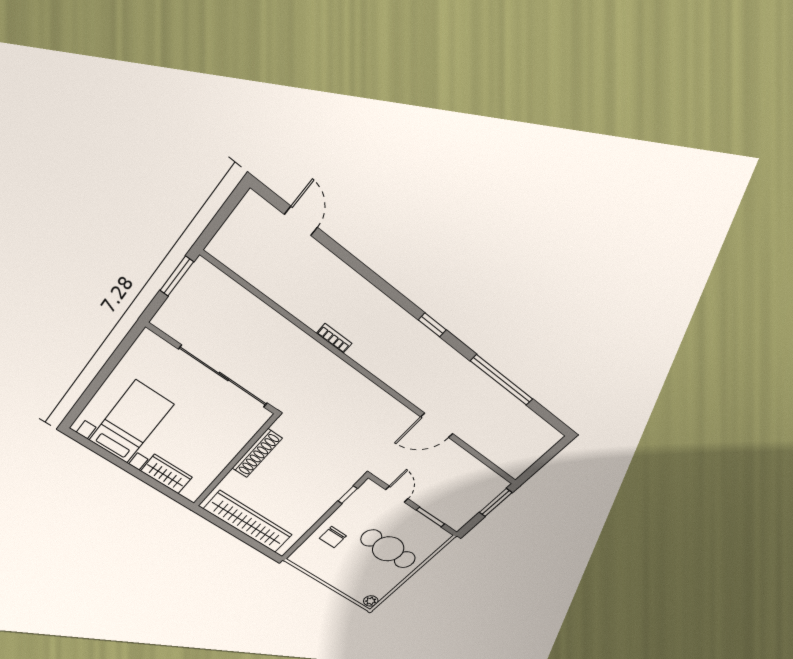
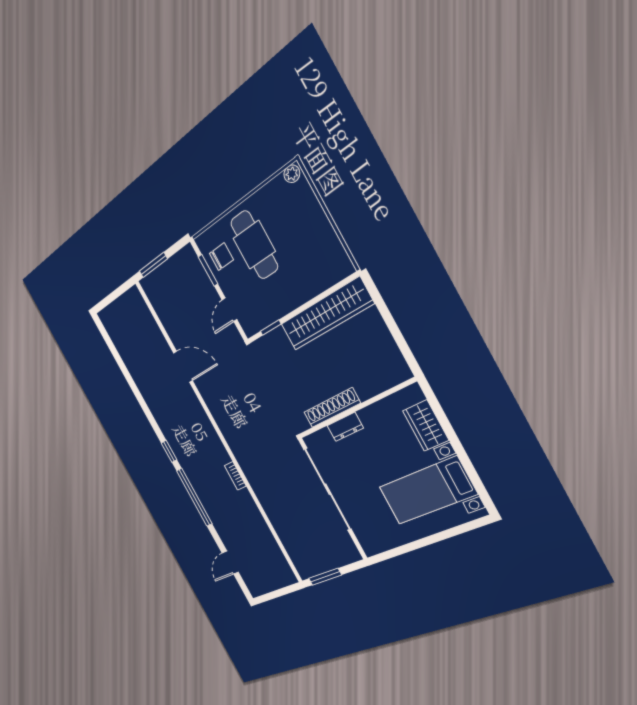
window: (502, 380) -> (194, 497), moved
dresser: (236, 443) -> (345, 427), added
wardrobe: (248, 522) -> (326, 314), moved, turned -90
chair: (333, 537) -> (221, 257), moved

